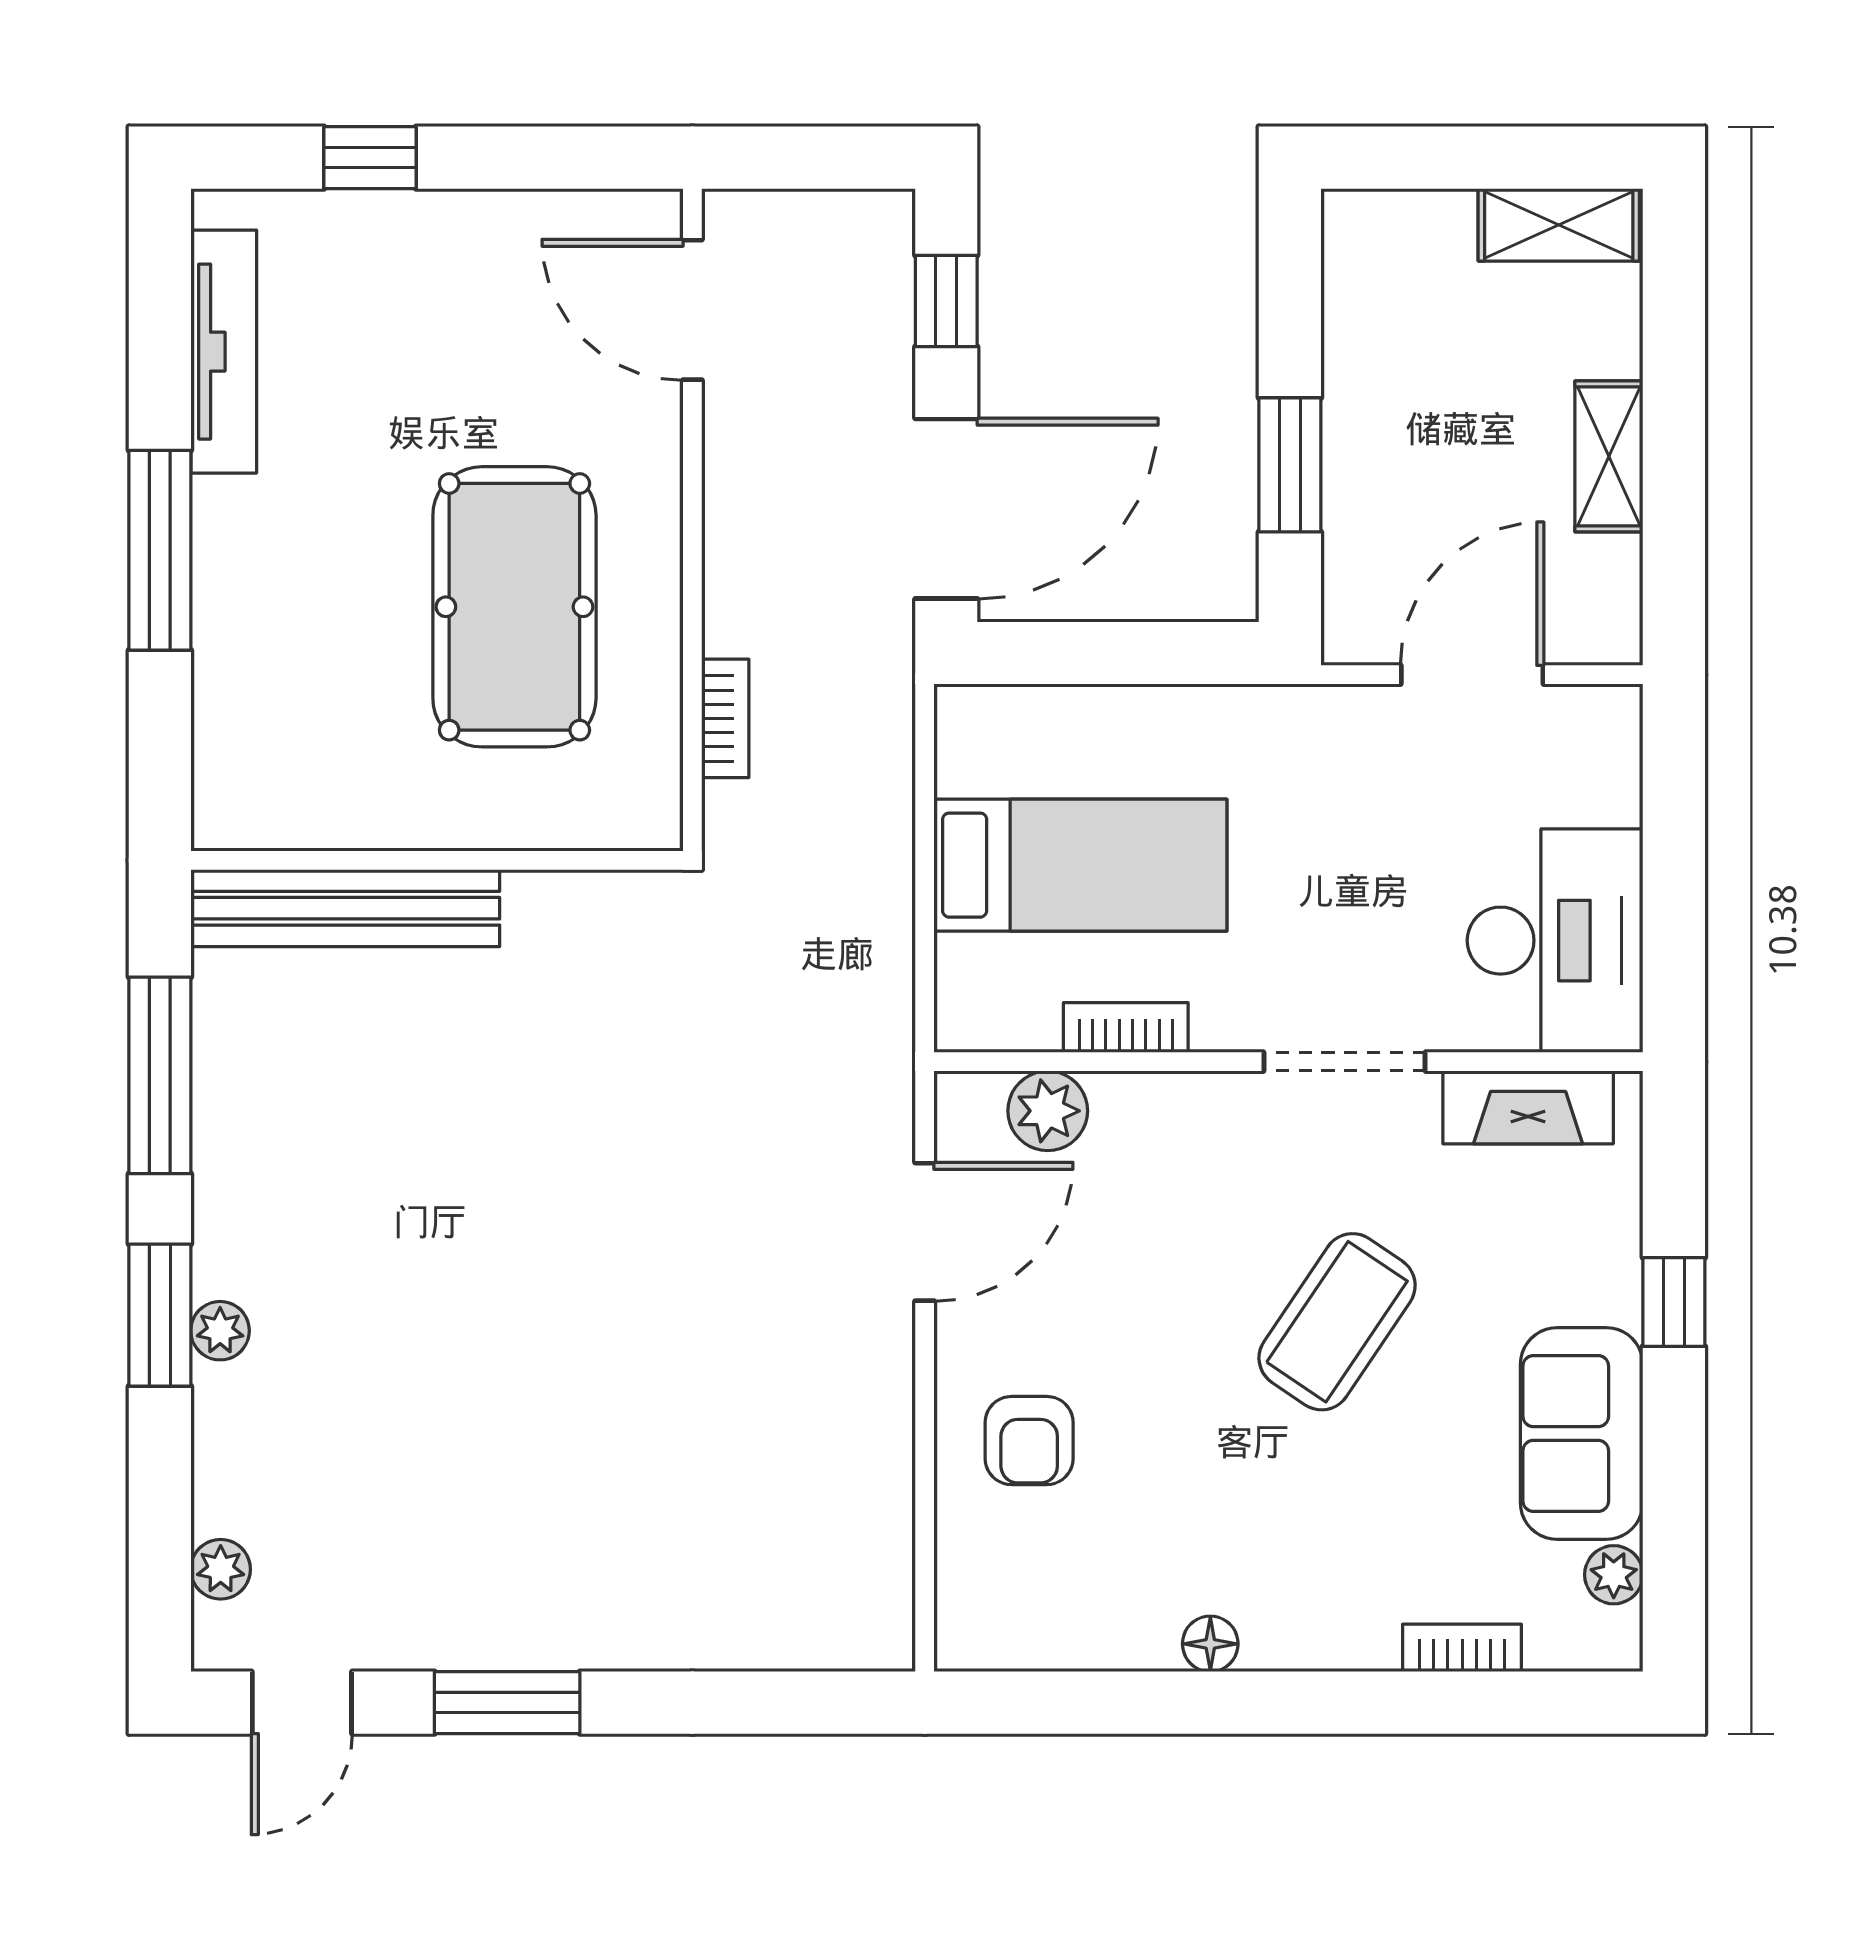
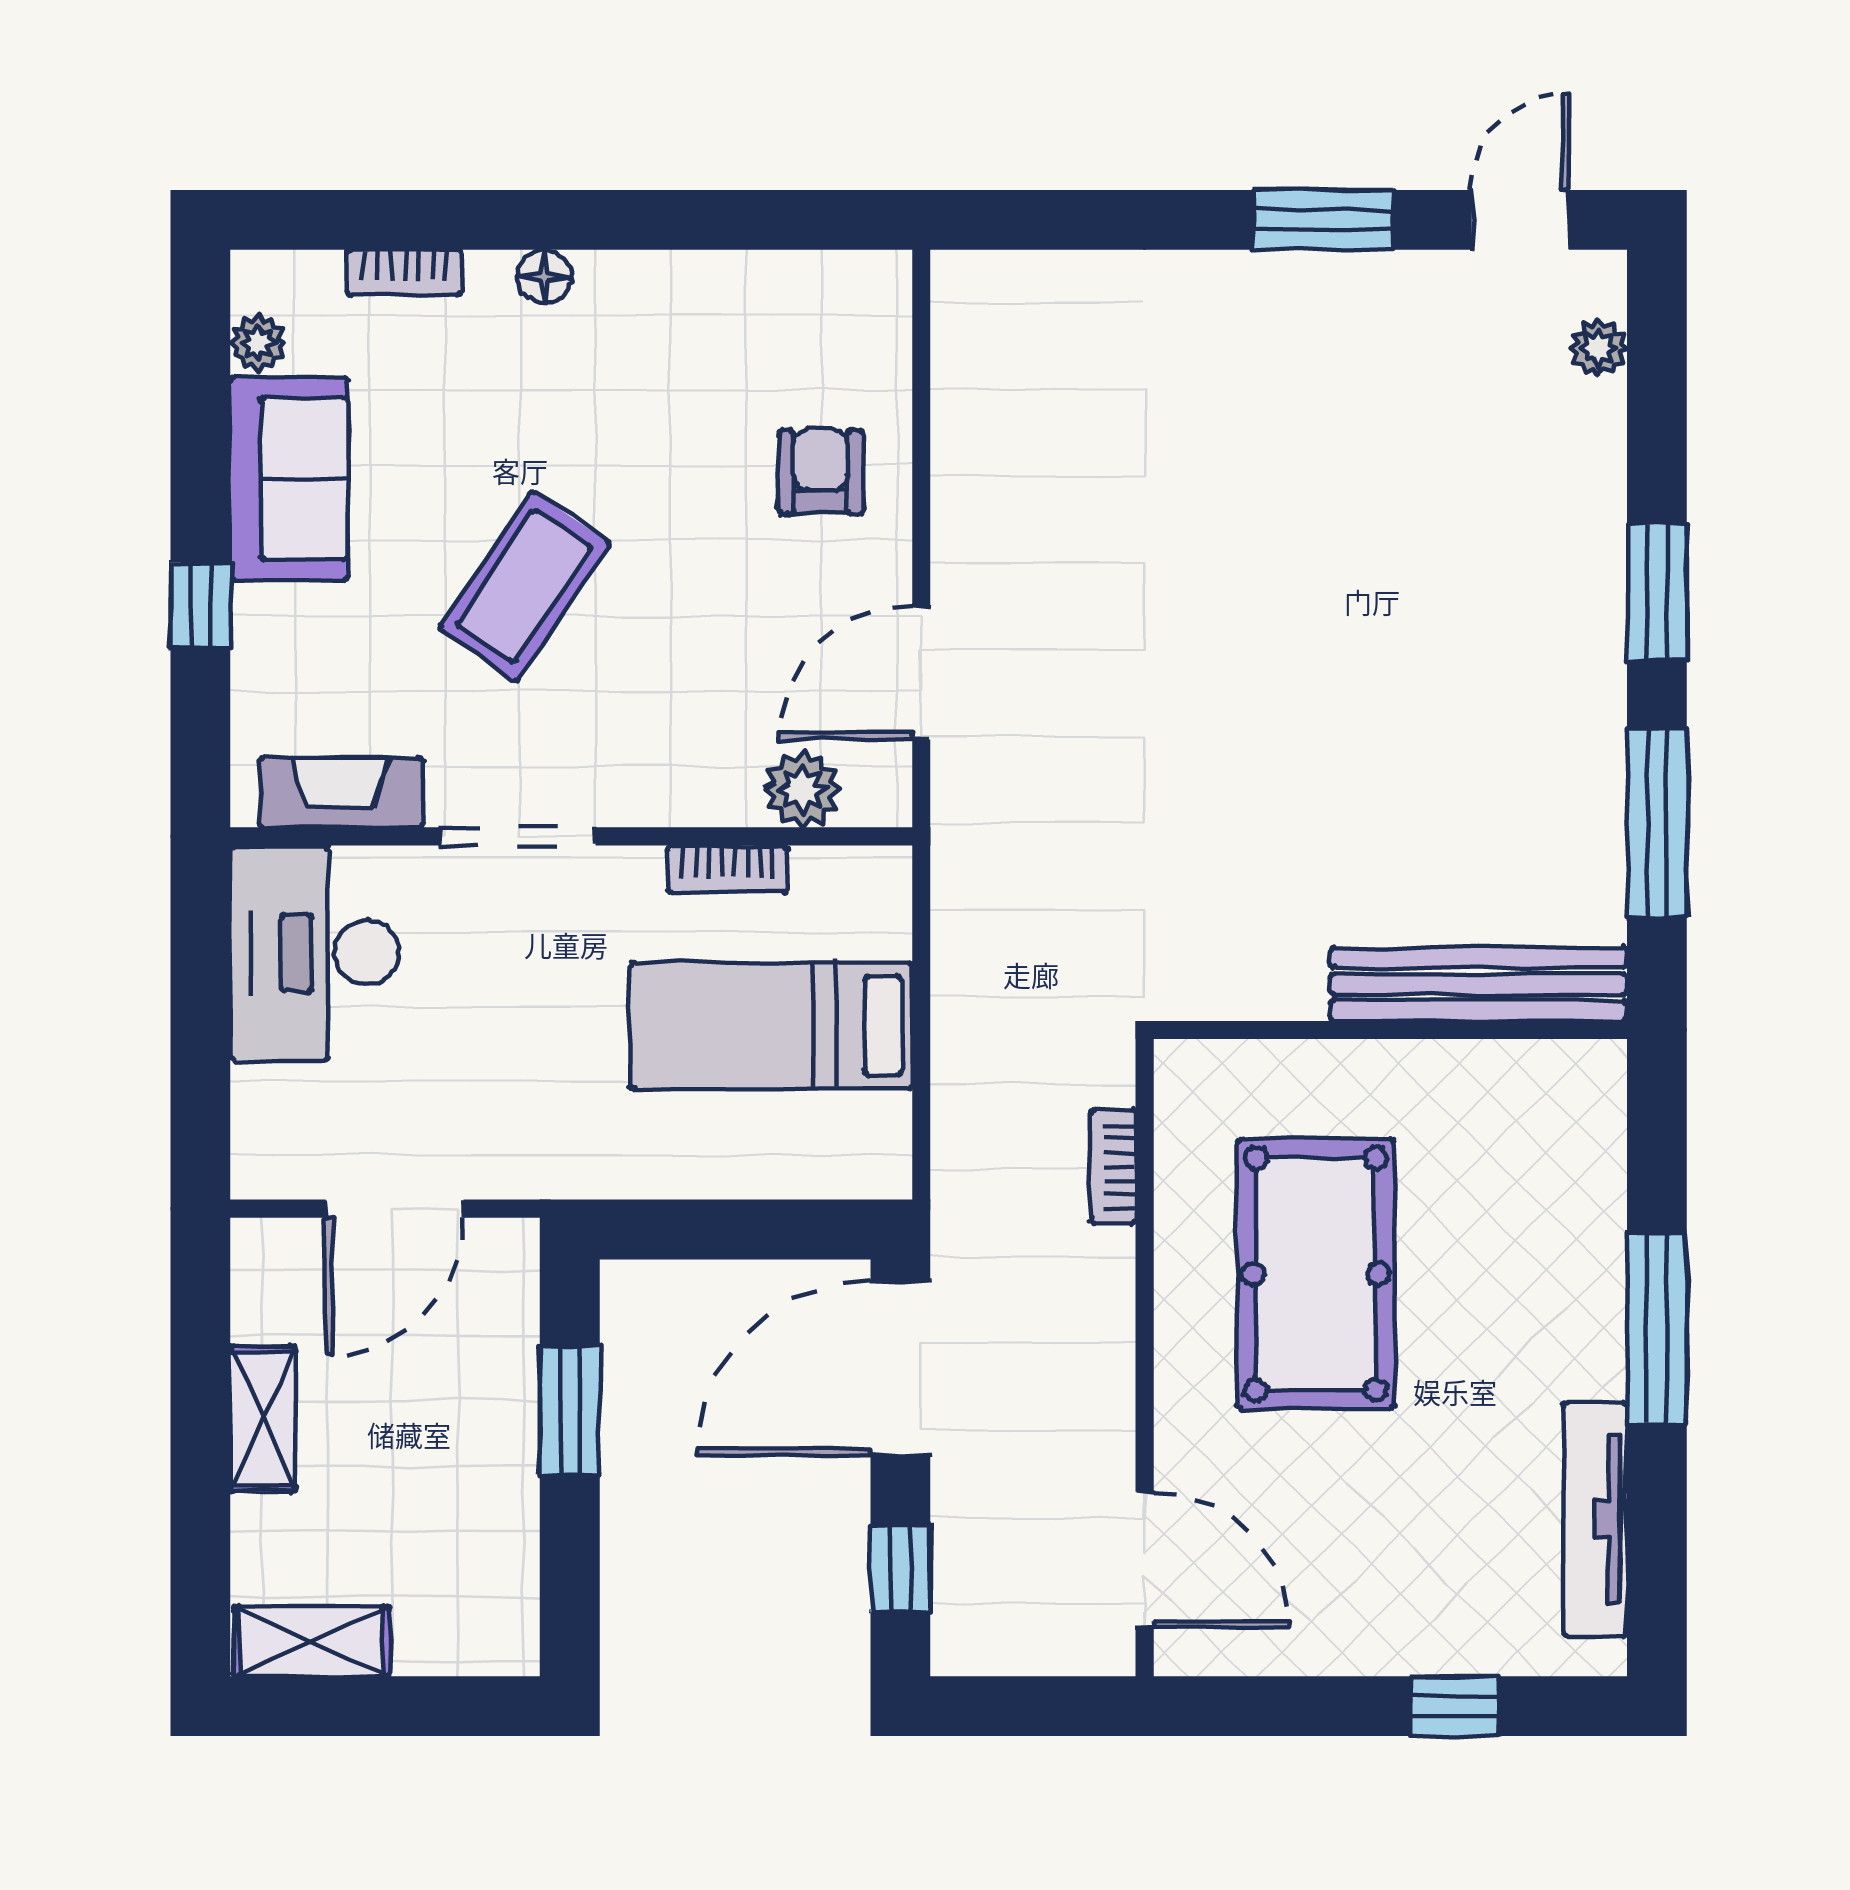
plant: (220, 1331) -> (1599, 578), removed
floor lamp: (1210, 1644) -> (544, 276), moved

